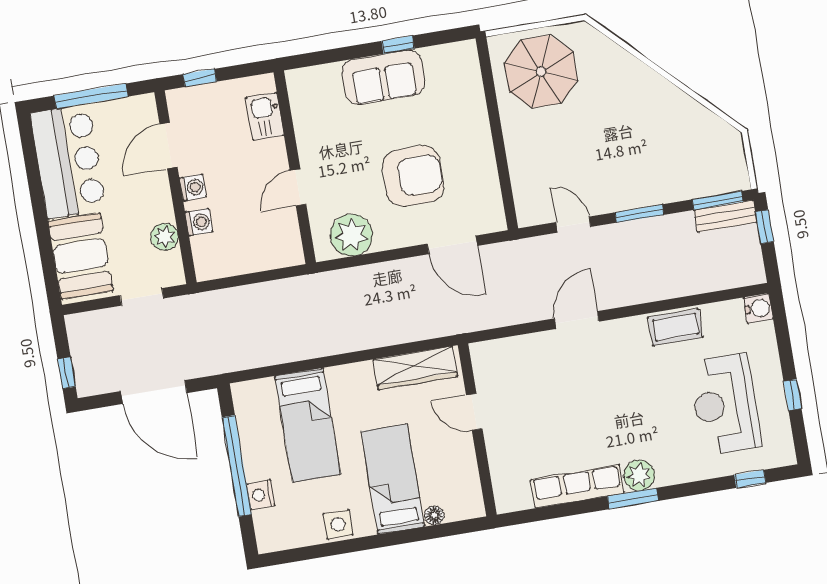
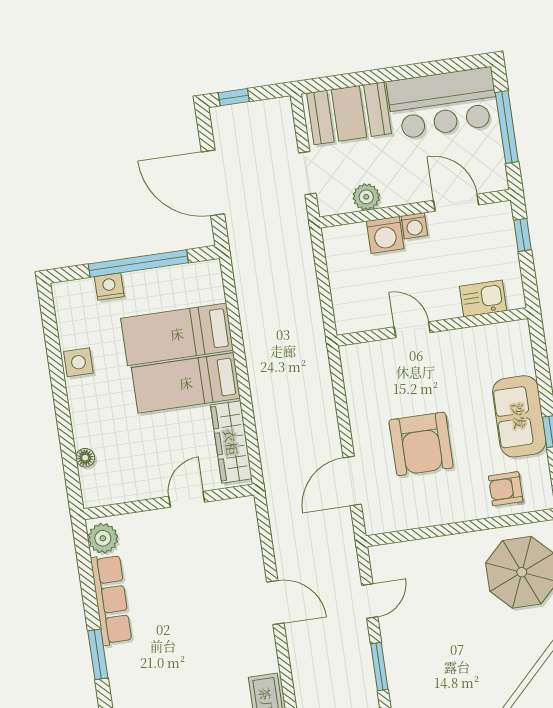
armchair: (457, 90) -> (506, 489), added
washing machine: (199, 222) -> (385, 235), width x1.38, depth x1.38
plant: (351, 235) -> (364, 382), removed
door: (154, 392) -> (213, 183), hinge flipped
plant: (639, 475) -> (103, 538), moved
bed: (393, 479) -> (186, 383), moved, turned 180

